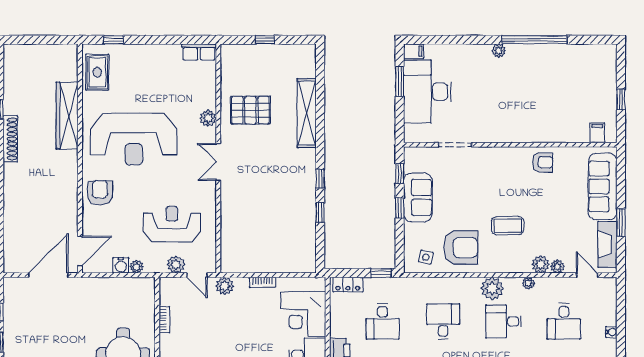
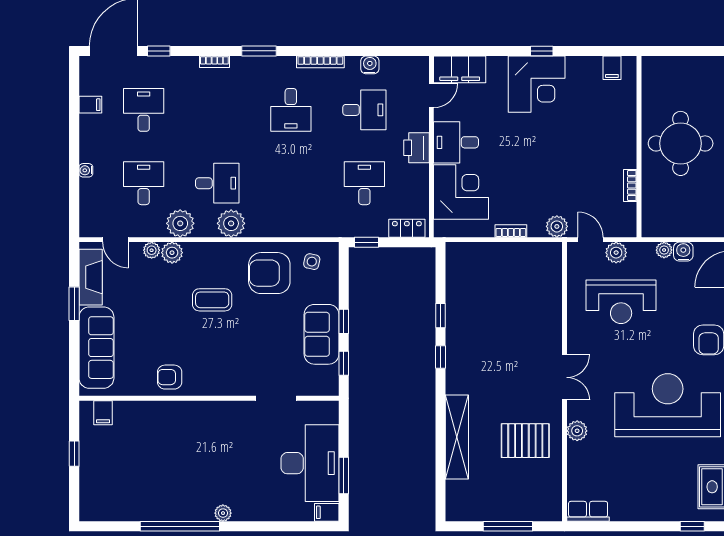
window: (265, 40) -> (508, 526), width x2.17
plant: (529, 283) -> (180, 223), width x1.87, depth x1.87
desk: (443, 321) -> (291, 183), removed

